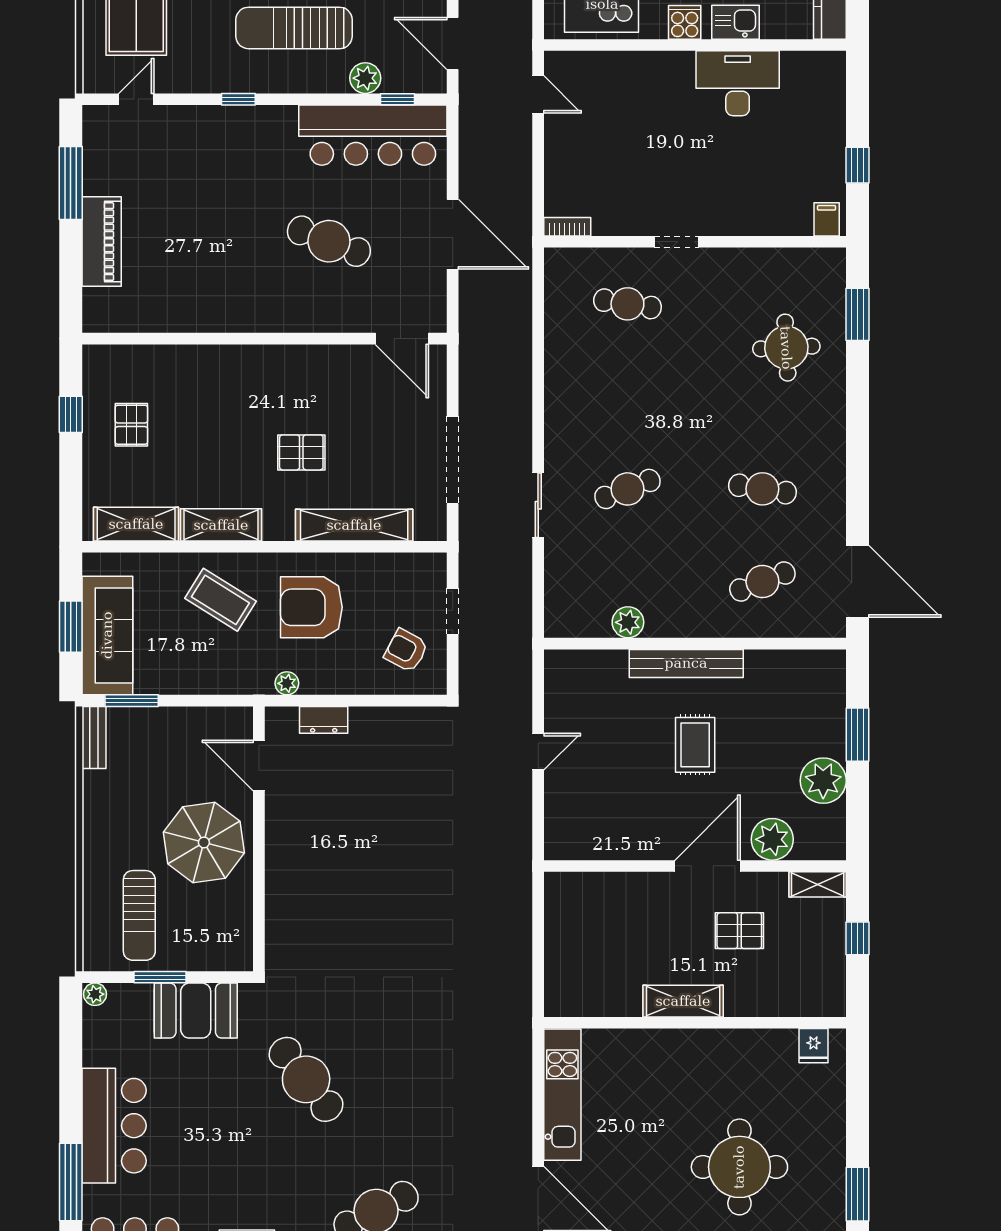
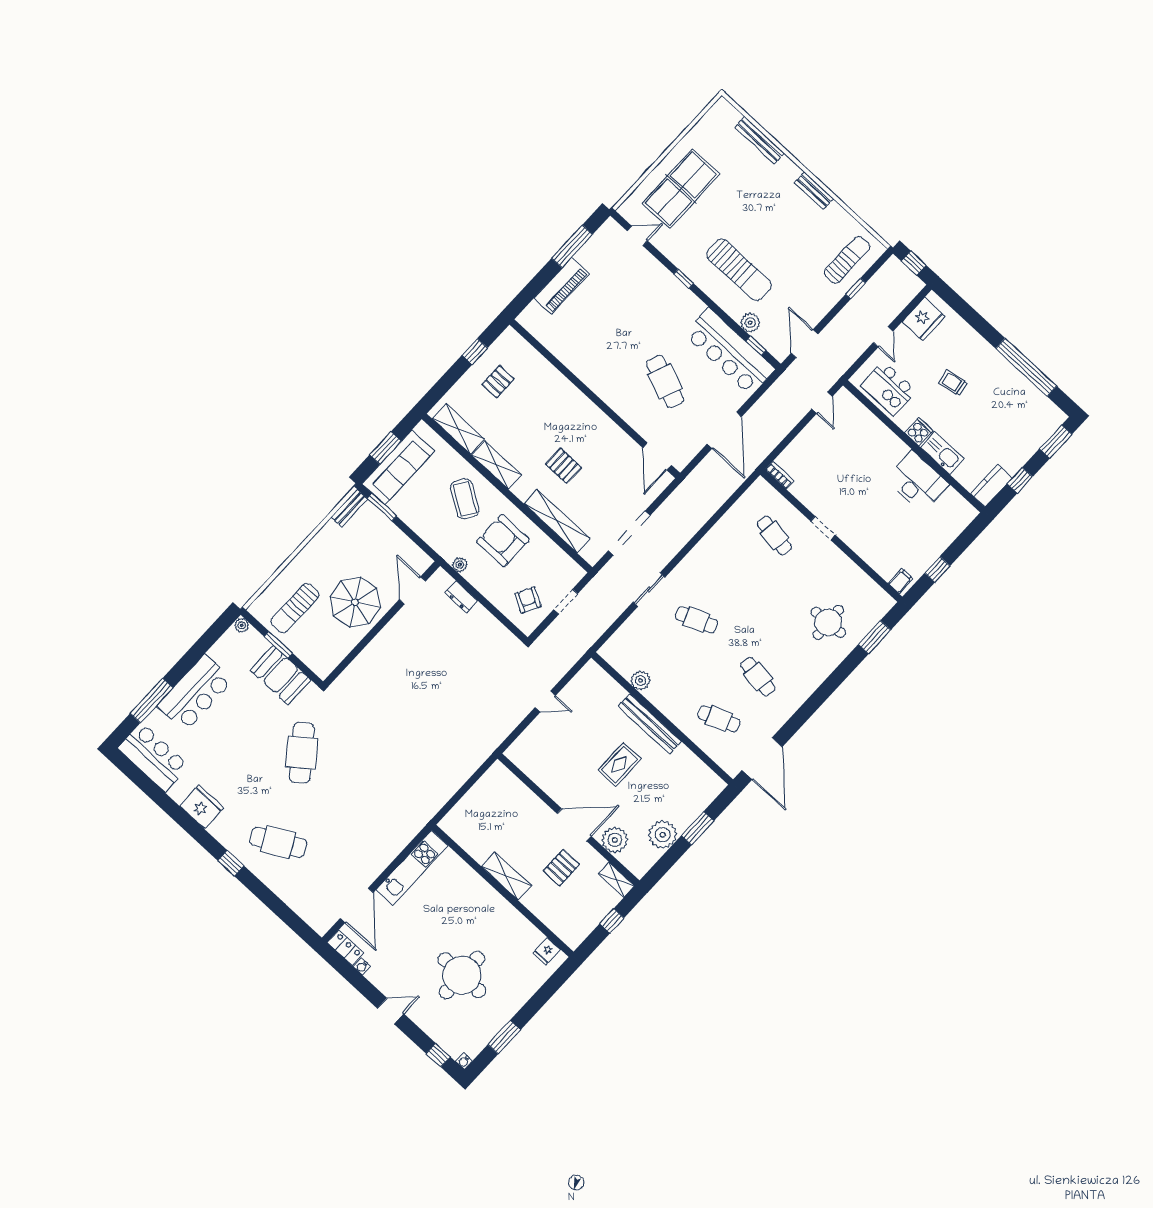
kitchen sink: (735, 22) -> (942, 453), width x1.38
sun lounger: (294, 28) -> (739, 270), turned 180
pallet: (739, 931) -> (561, 868), turned 90

